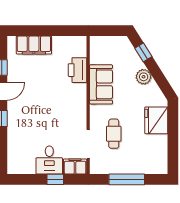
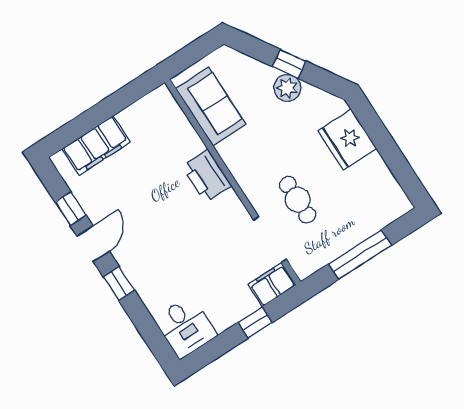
window: (143, 52) -> (289, 64), moved
printer: (78, 70) -> (207, 176), moved
sofa: (101, 84) -> (211, 106), moved
desk: (49, 160) -> (185, 327), moved

